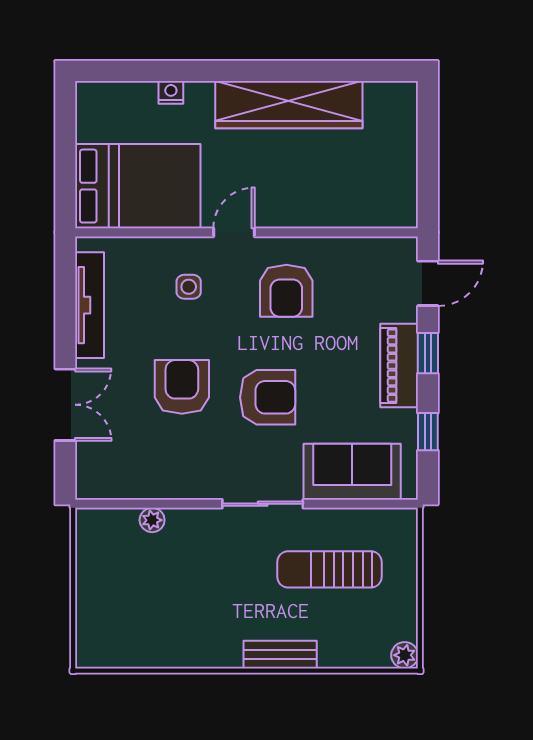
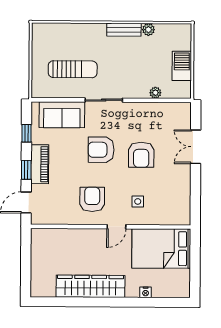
tv unit: (90, 305) -> (184, 193), removed
barbecue: (96, 578) -> (182, 66), added
bench: (280, 655) -> (124, 30), moved
plant: (405, 655) -> (148, 30), moved

